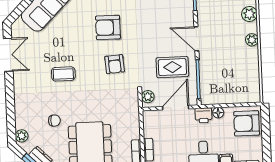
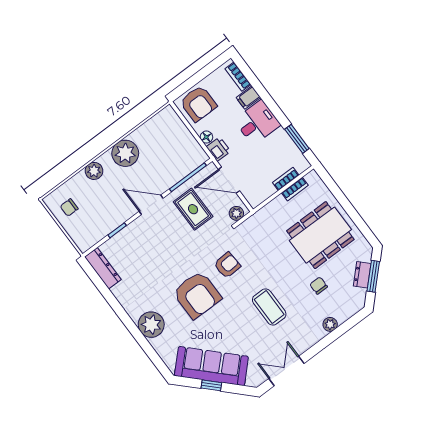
armchair: (108, 27) -> (197, 295), width x1.36, depth x1.36
door: (196, 39) -> (151, 205), swing flipped
plant: (252, 40) -> (125, 153), width x1.87, depth x1.87
coffee table: (63, 74) -> (269, 307), width x1.36, depth x1.30
plant: (22, 136) -> (330, 324), moved

